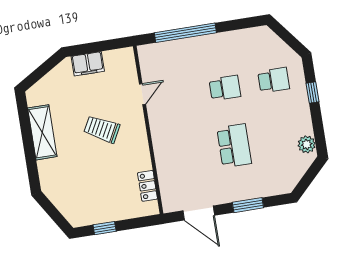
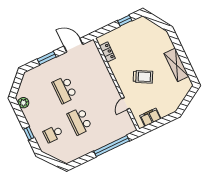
filing cabinet: (88, 64) -> (150, 117), moved
school desk: (225, 88) -> (80, 121), width x1.85

